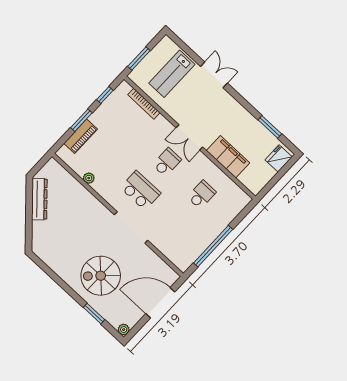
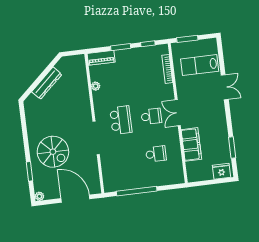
piano: (81, 136) -> (101, 58), moved
dresser: (39, 199) -> (47, 83), moved
spiral stairs: (101, 276) -> (53, 152), turned 180

